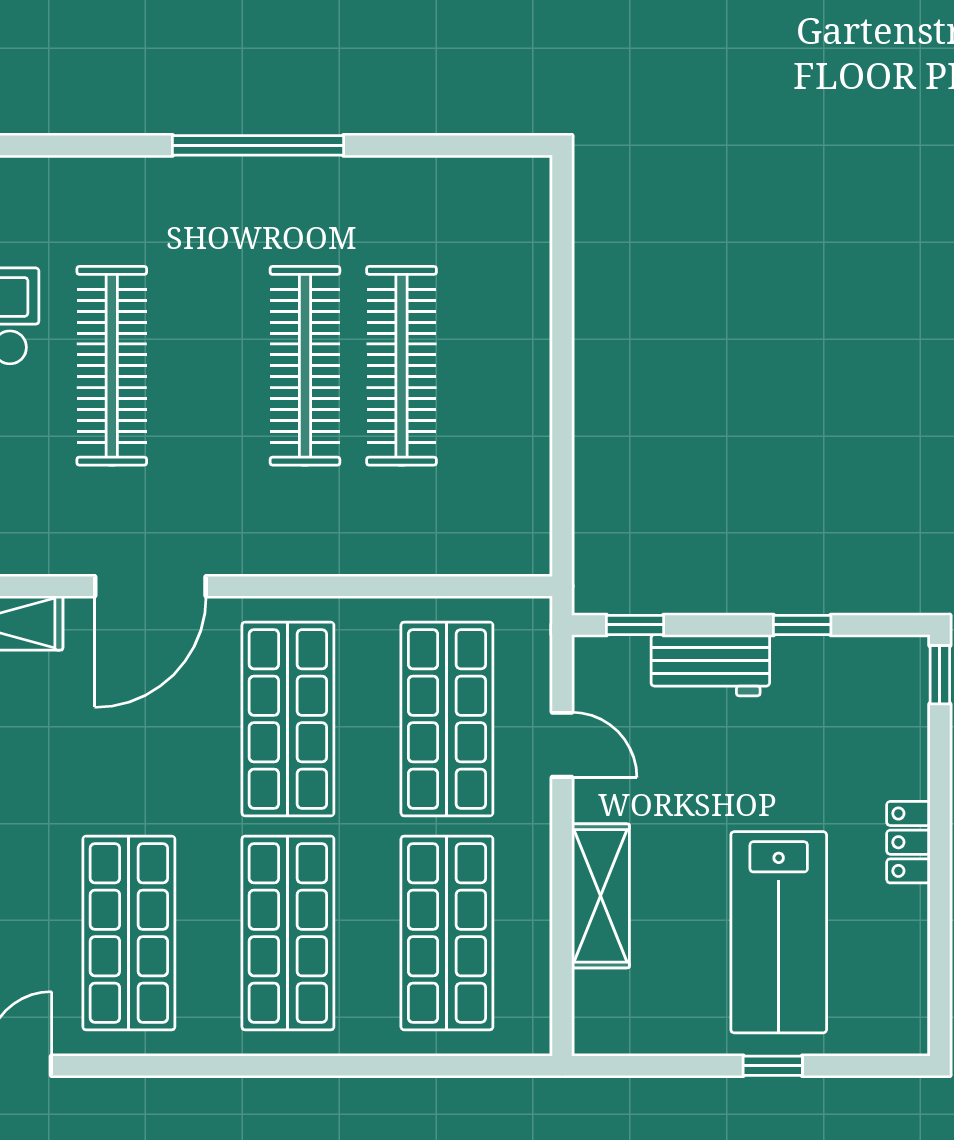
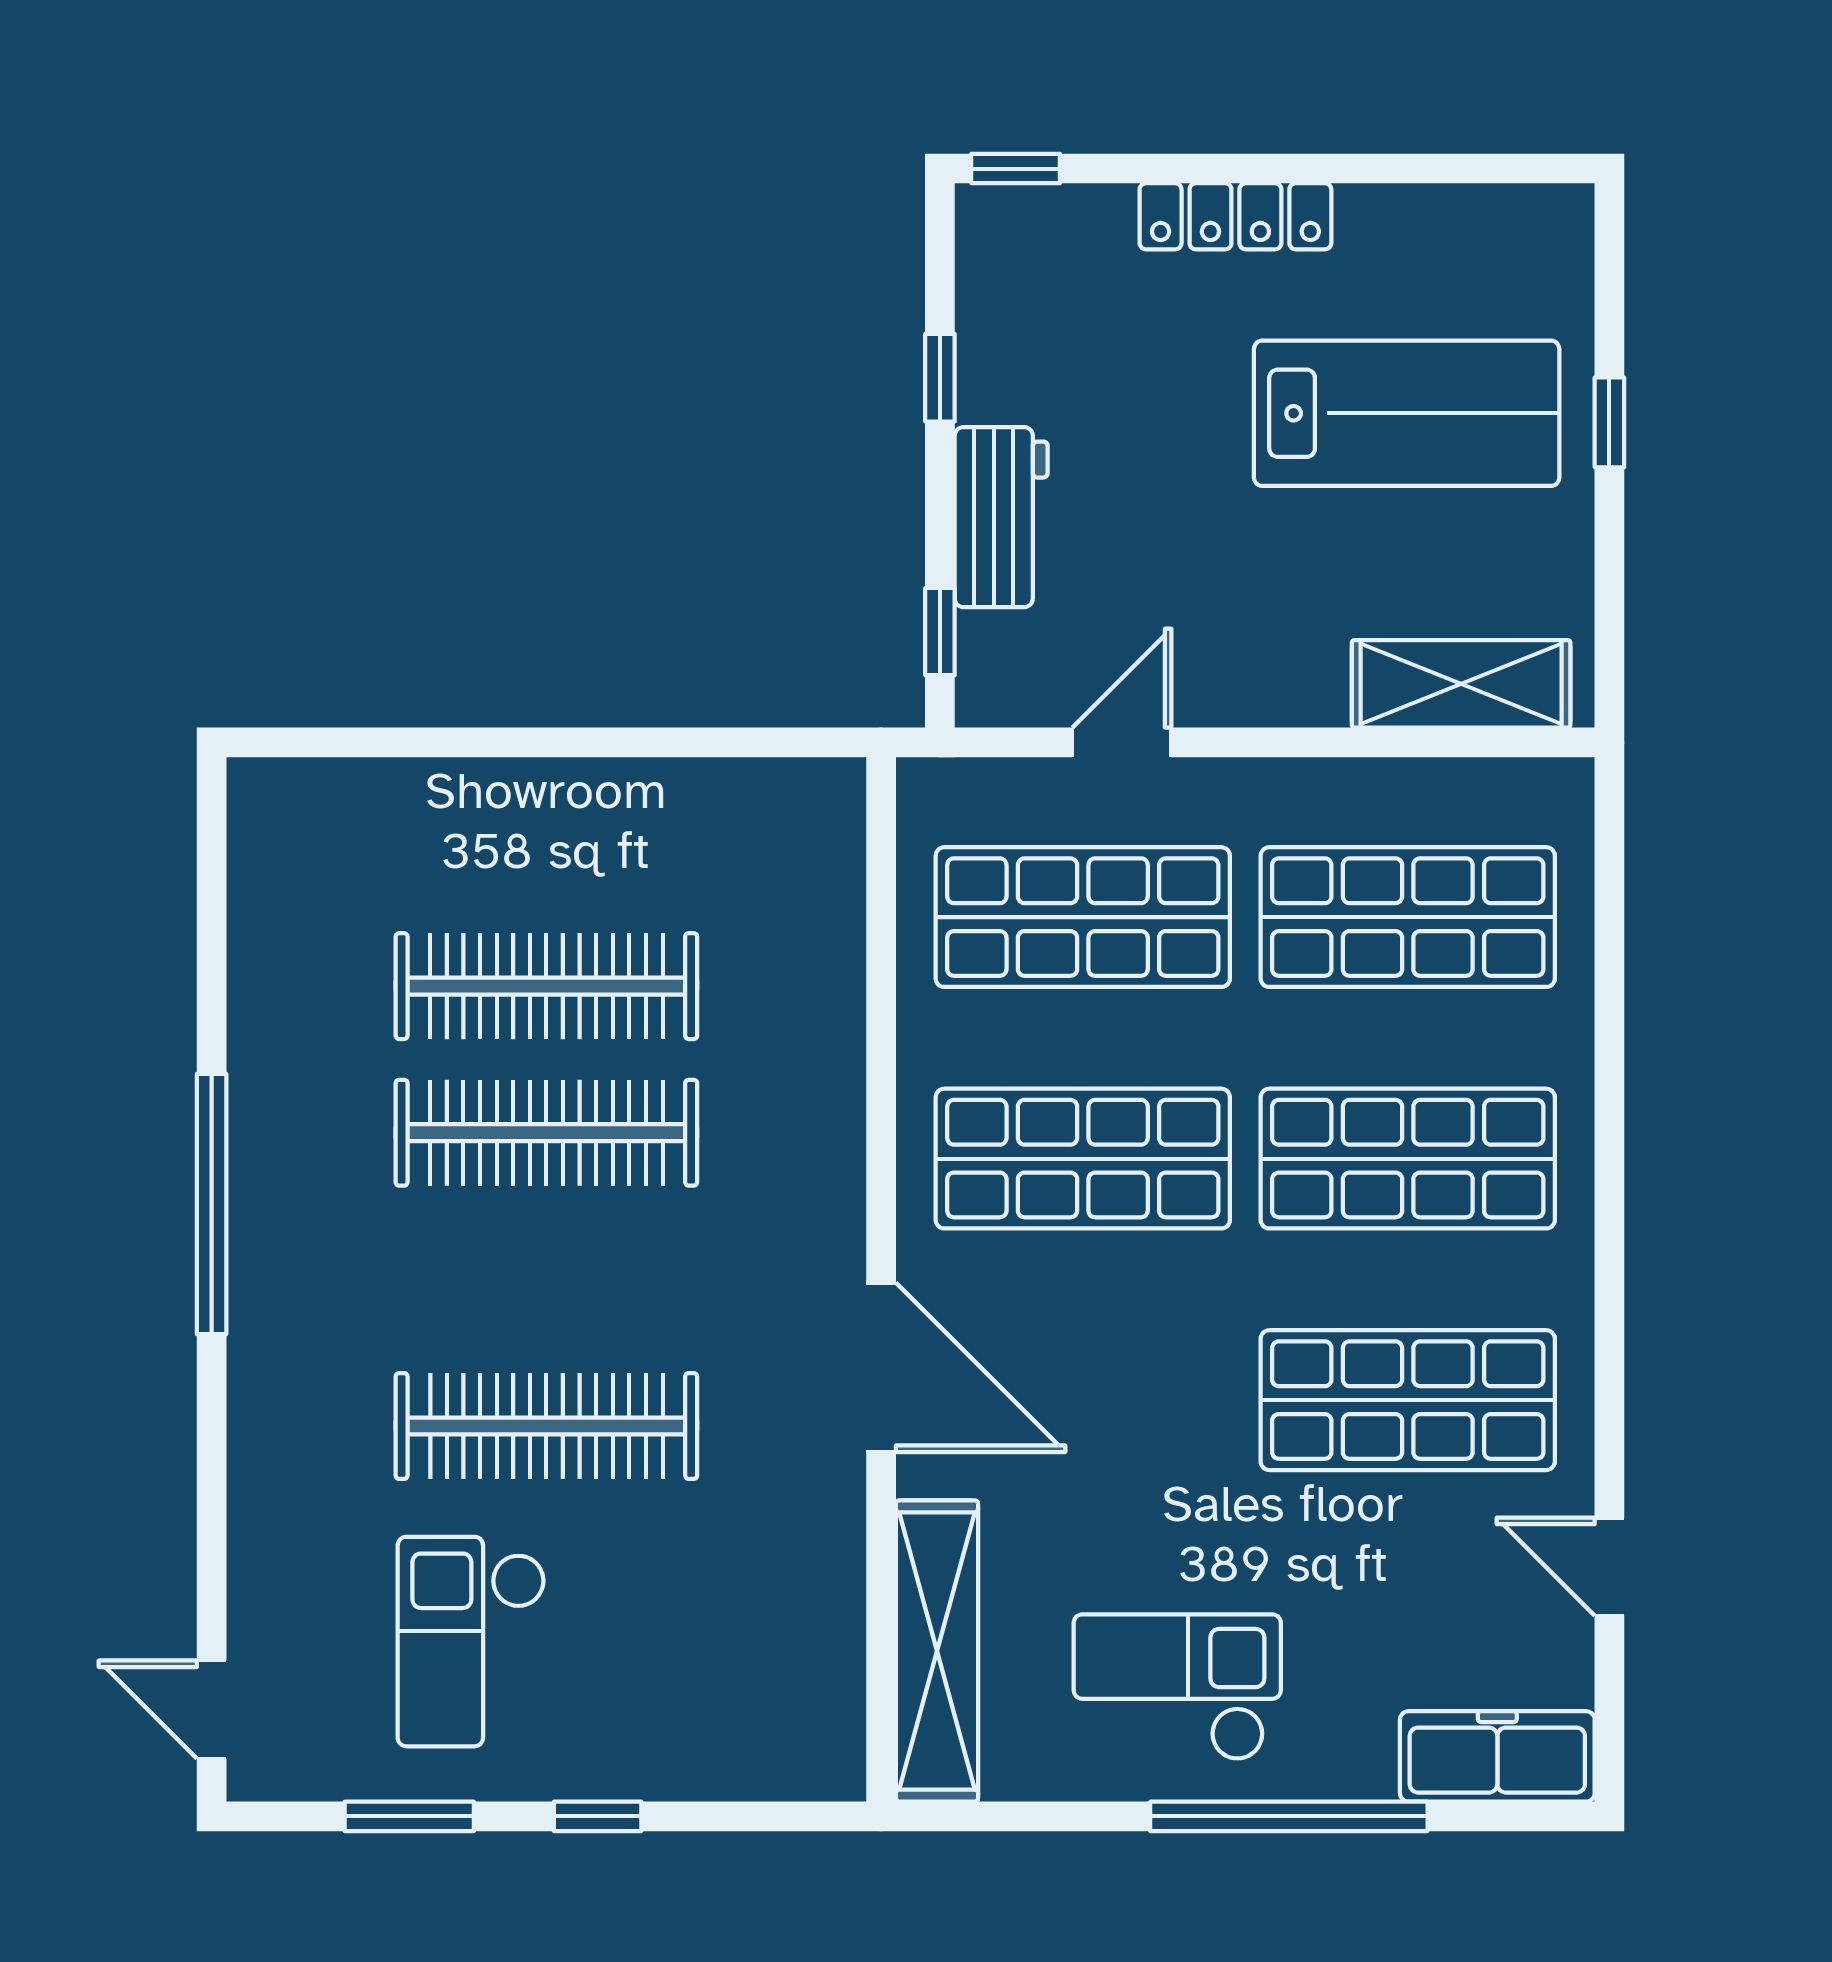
locker: (908, 842) -> (1235, 216), width x1.53
shelving: (601, 896) -> (1461, 684), moved

